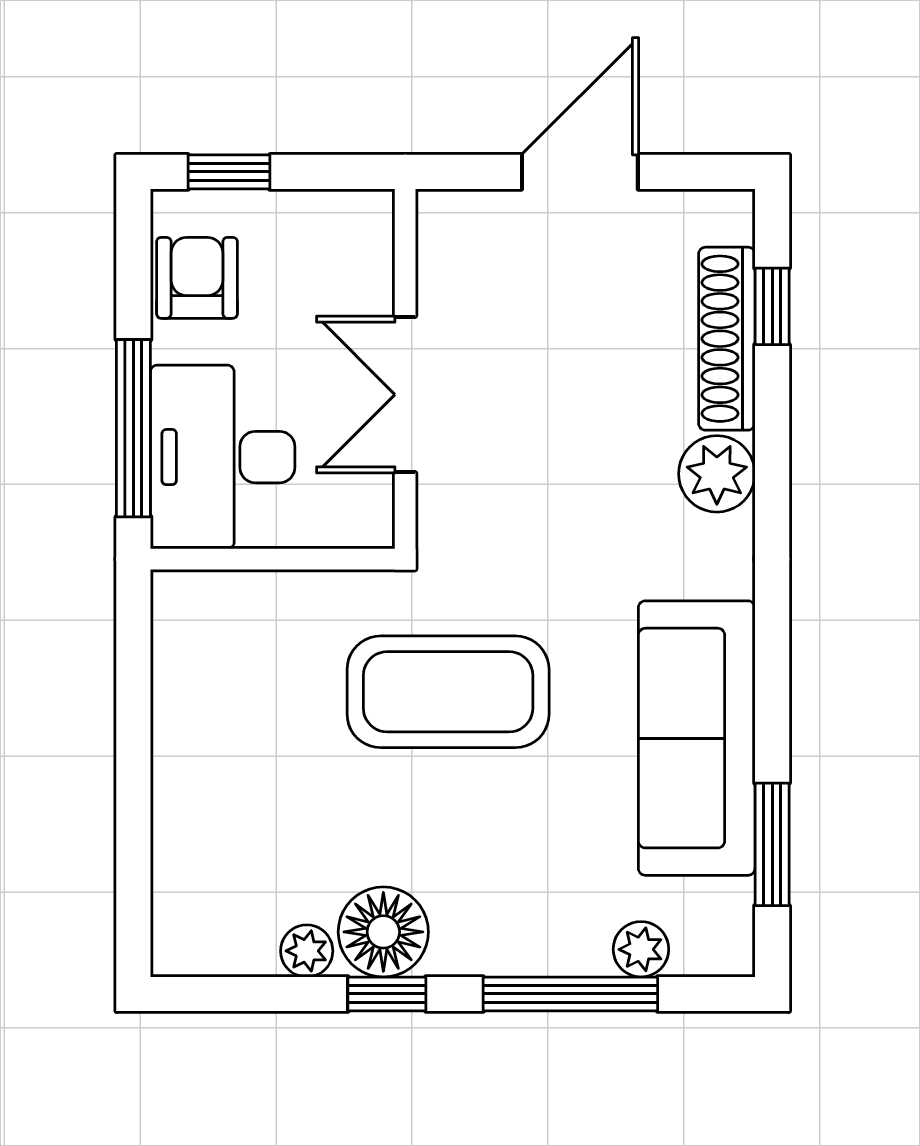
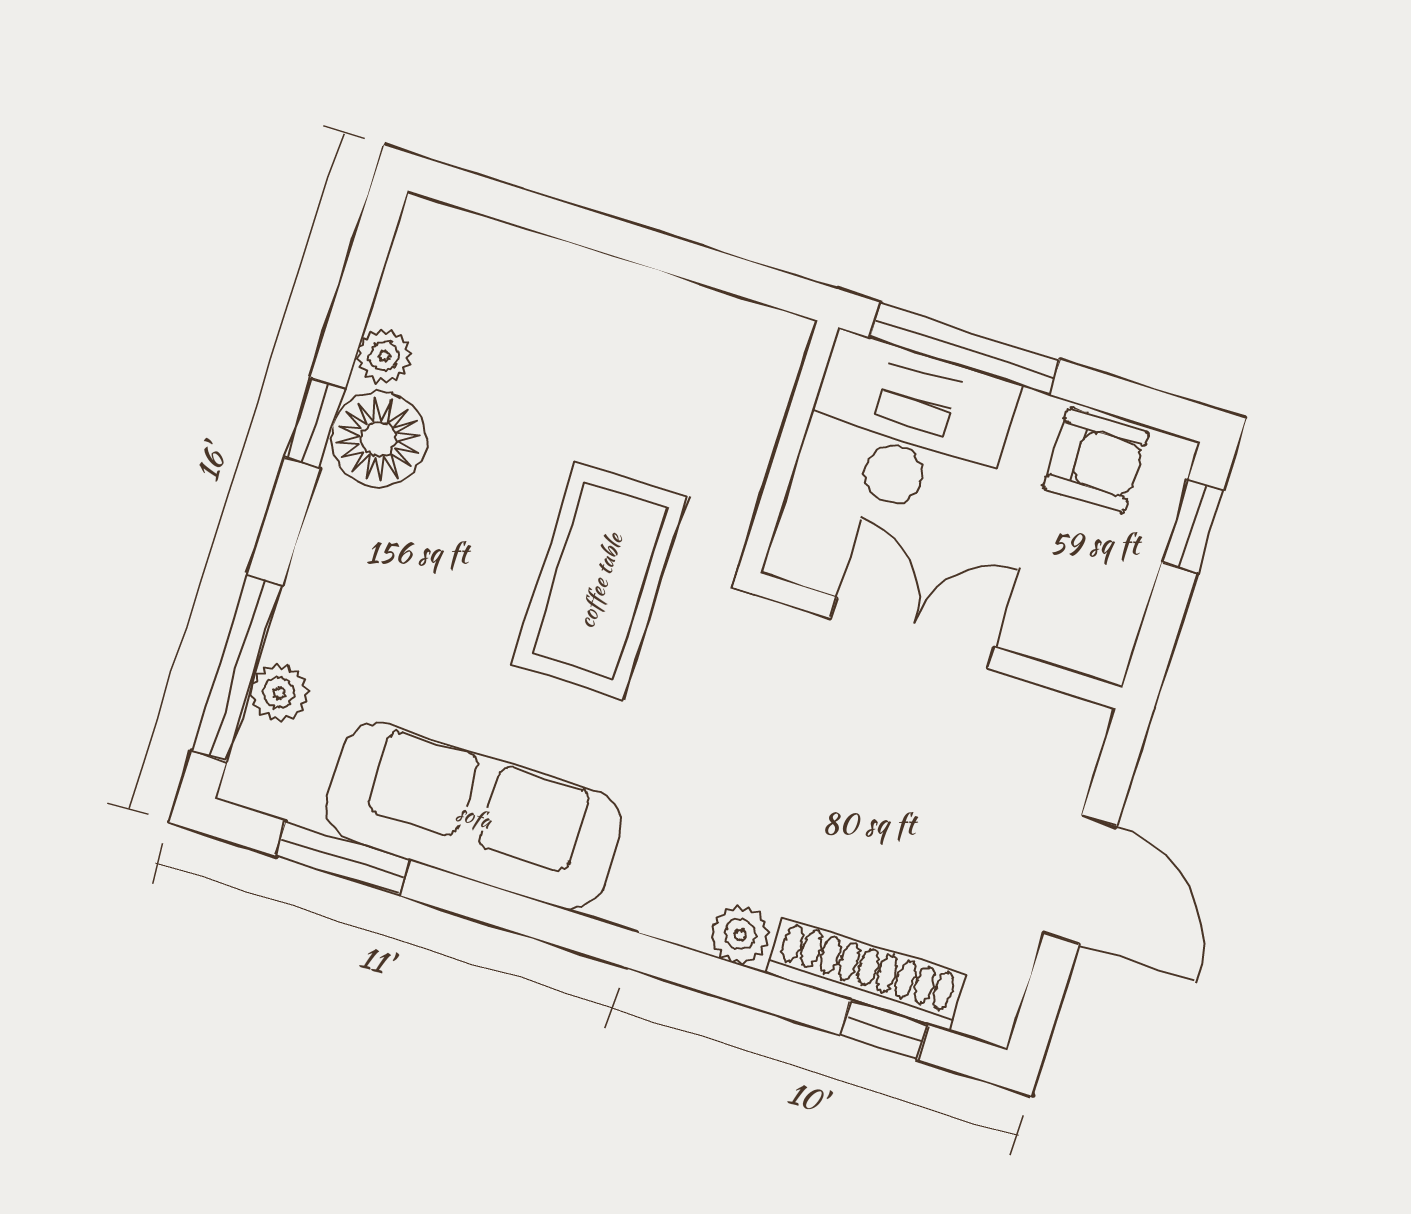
plant: (717, 474) -> (740, 935), width x0.73, depth x0.73
window: (570, 994) -> (237, 668), moved

